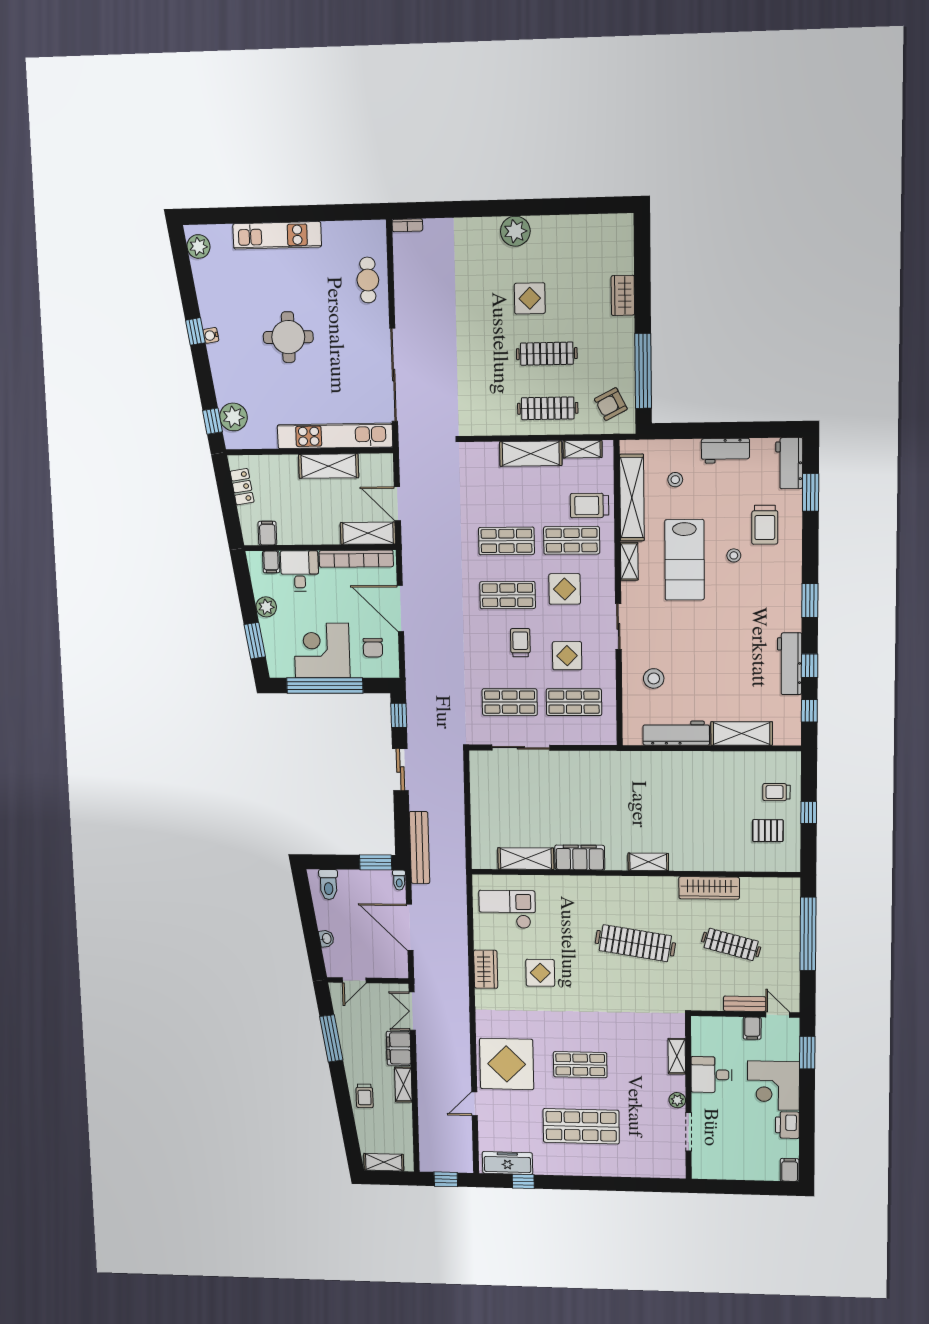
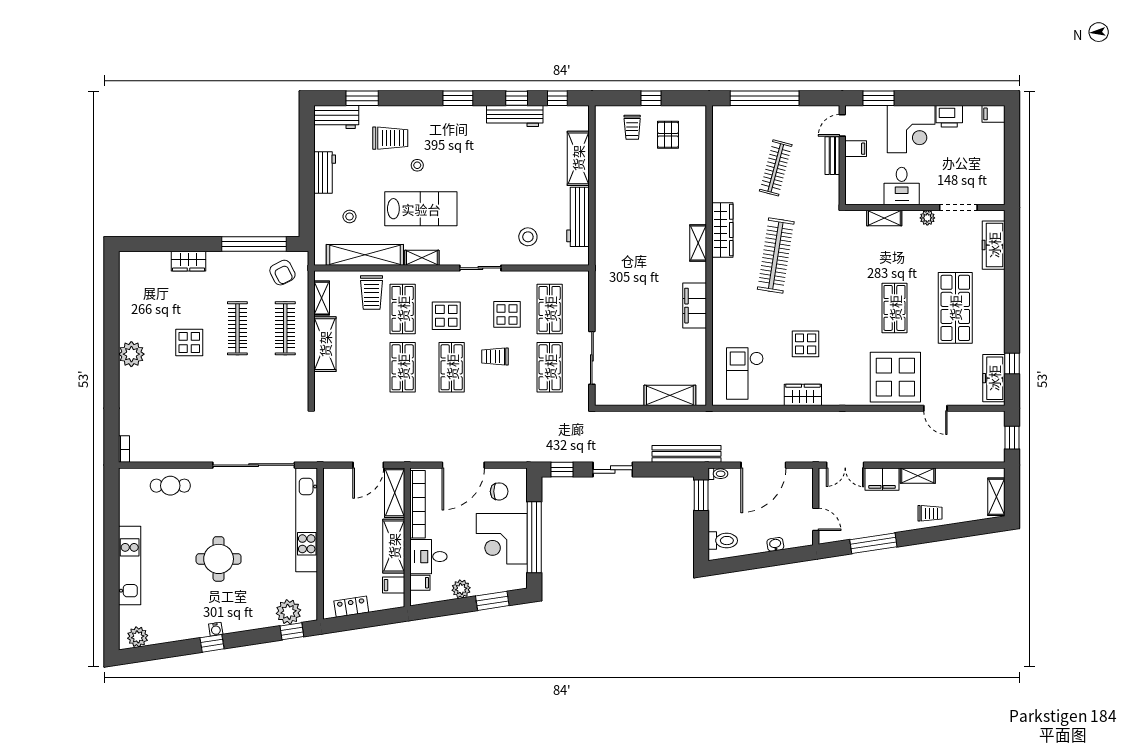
shelving: (329, 466) -> (394, 546), moved
shelving: (526, 859) -> (670, 395), moved, turned 90
wardrobe: (709, 888) -> (722, 230), moved
freezer: (648, 1166) -> (994, 245), added

